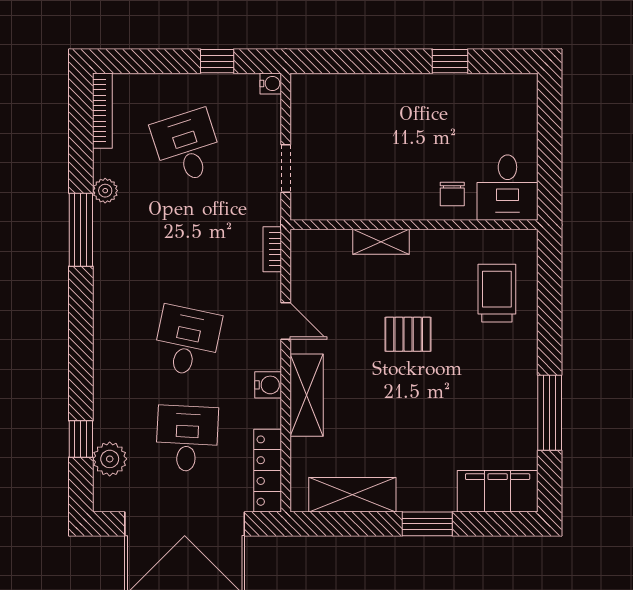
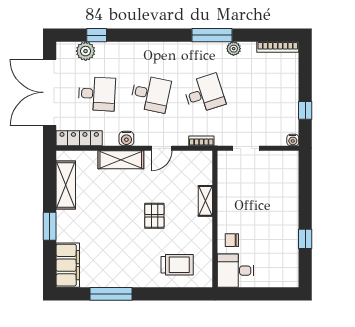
desk: (187, 146) -> (204, 94), moved

